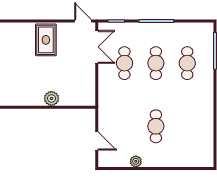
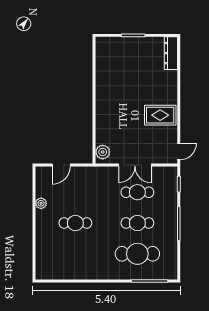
double door: (97, 47) -> (135, 165), moved
cafe table: (187, 63) -> (137, 254), width x1.37, depth x1.35
plant: (51, 98) -> (103, 152), moved

